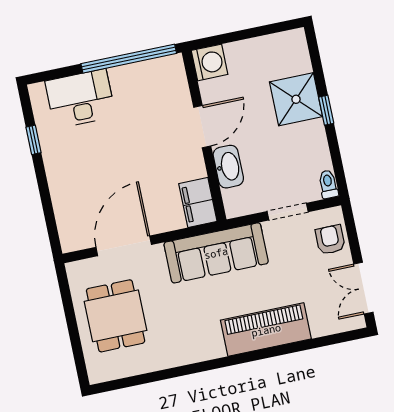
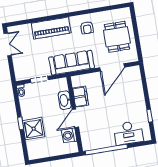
washing machine: (210, 62) -> (69, 135), moved
filing cabinet: (198, 203) -> (81, 97), moved
armchair: (330, 240) -> (87, 28), moved

